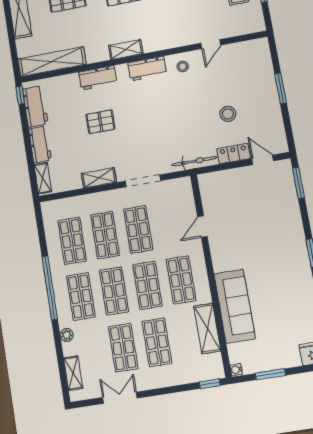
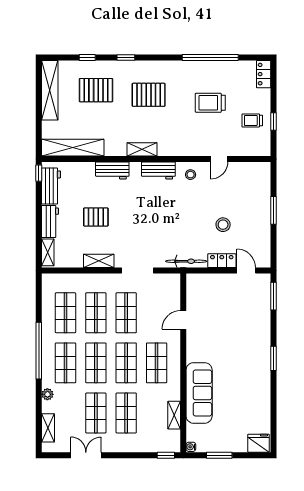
pallet: (100, 122) -> (96, 217), moved
shelving: (207, 328) -> (174, 415), width x0.67, depth x0.75

